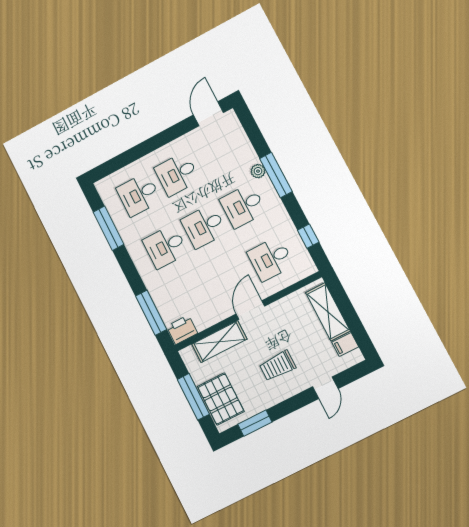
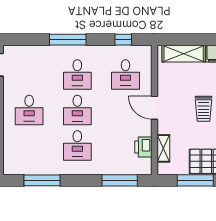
plant: (258, 171) -> (58, 51), removed
desk: (139, 195) -> (29, 146), removed
printer: (182, 330) -> (143, 147), moved
shelving: (219, 342) -> (163, 148), width x0.67, depth x0.75

